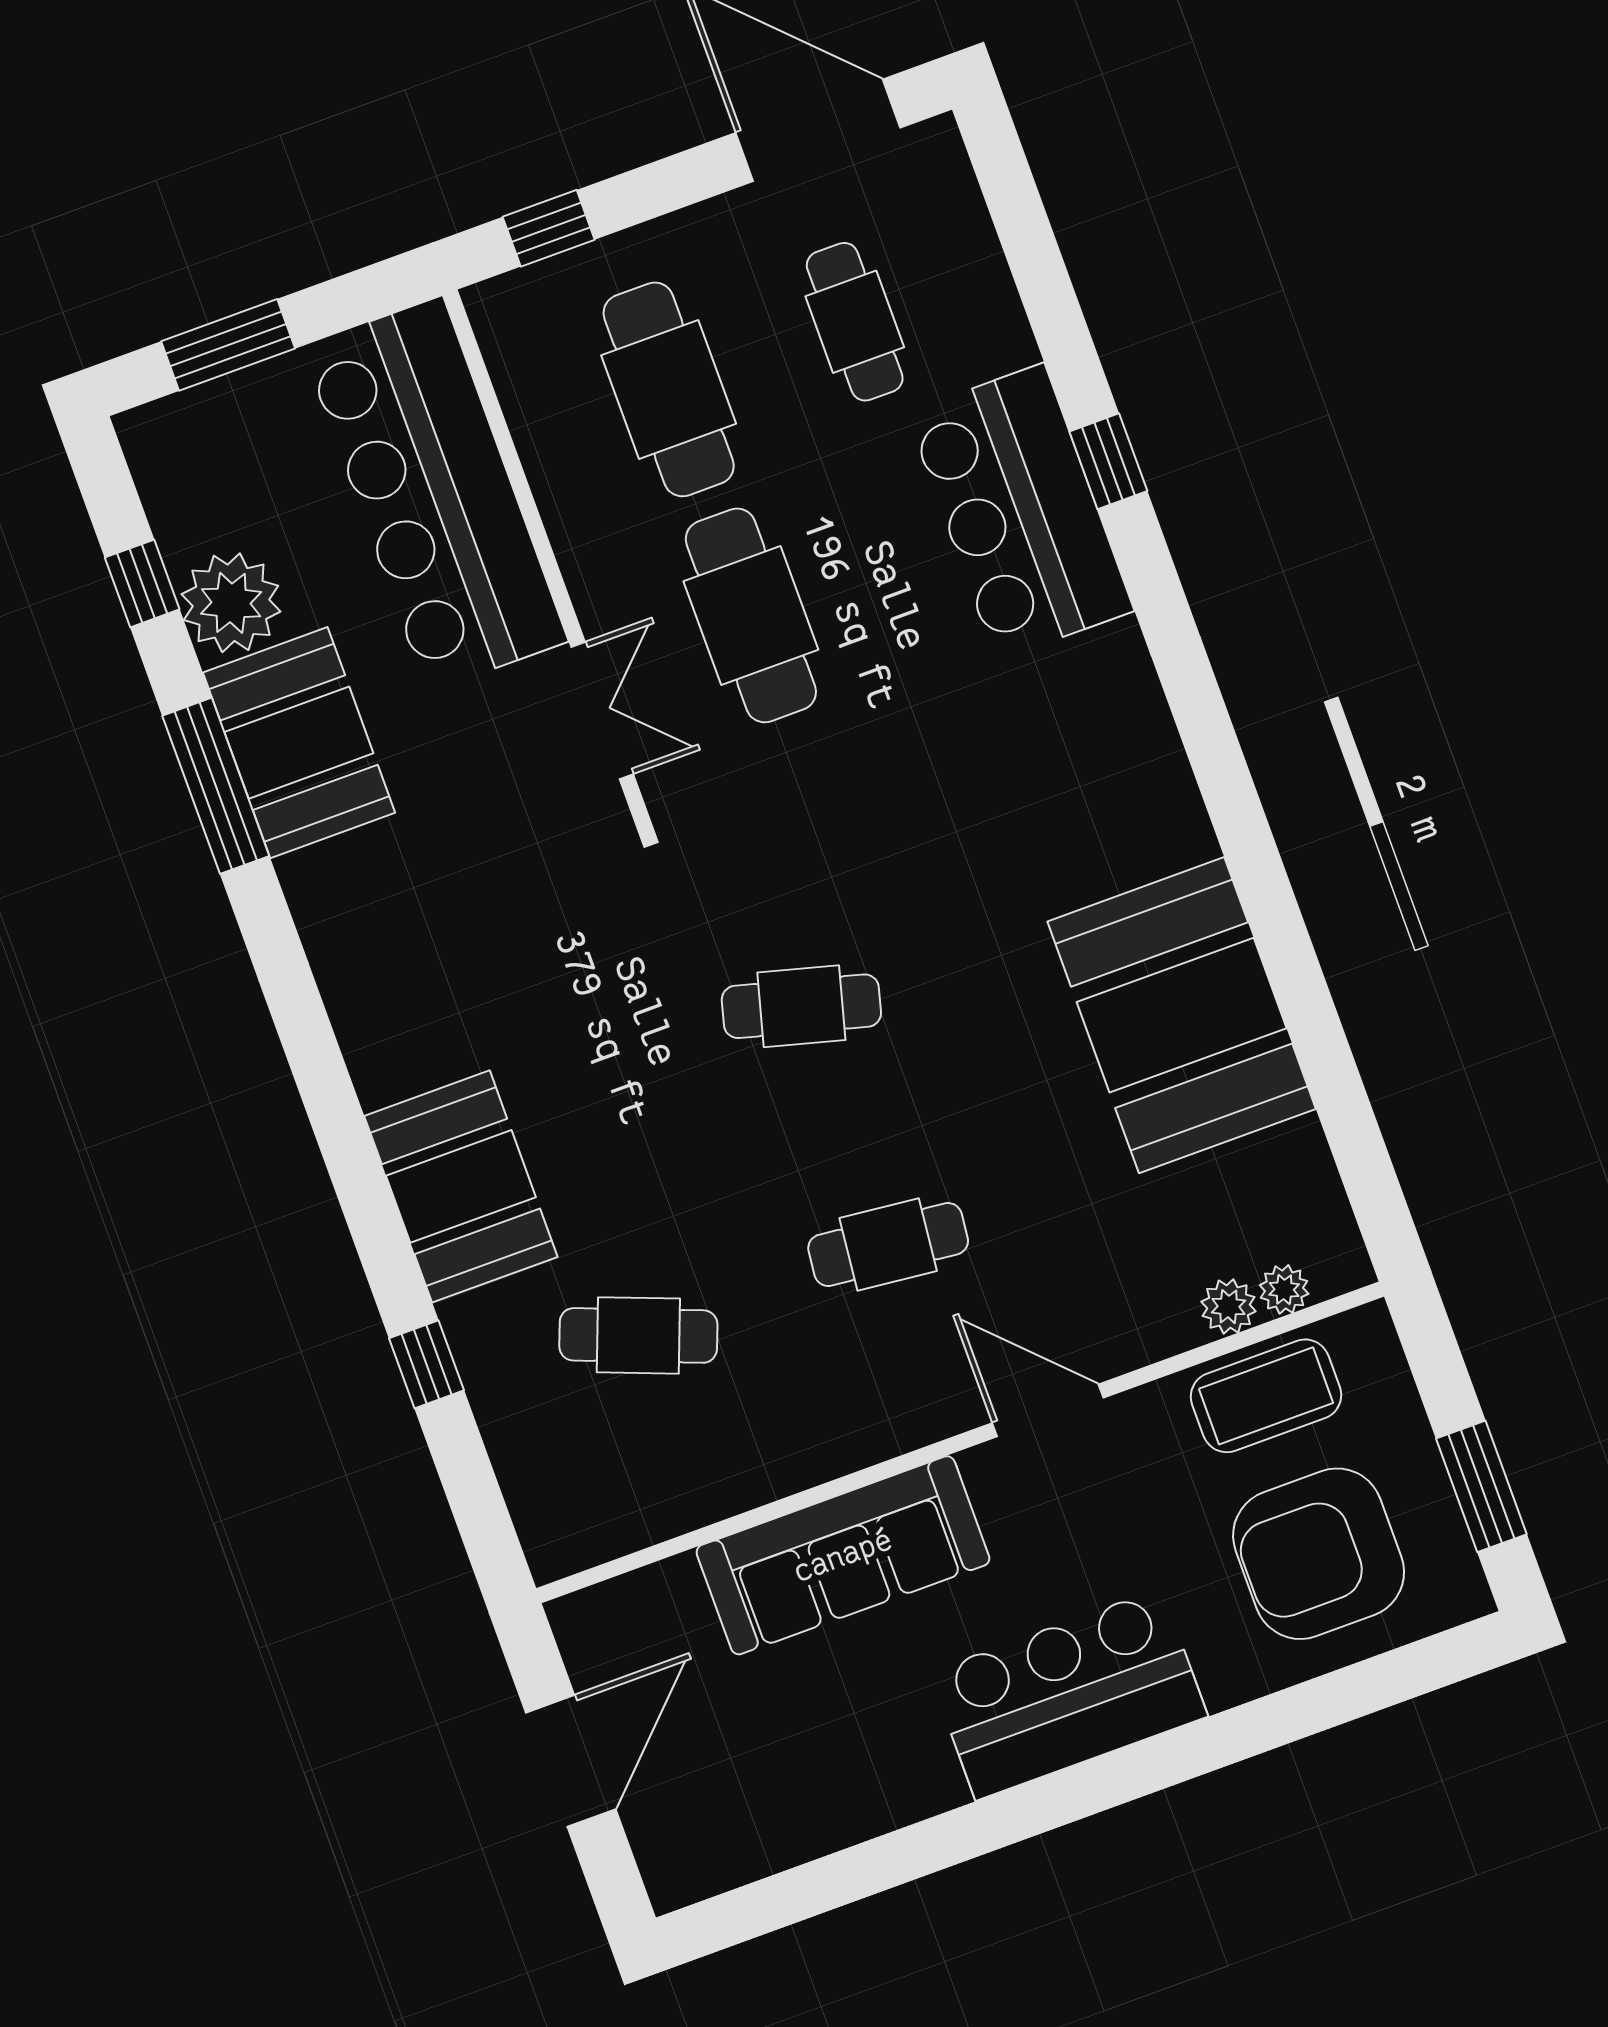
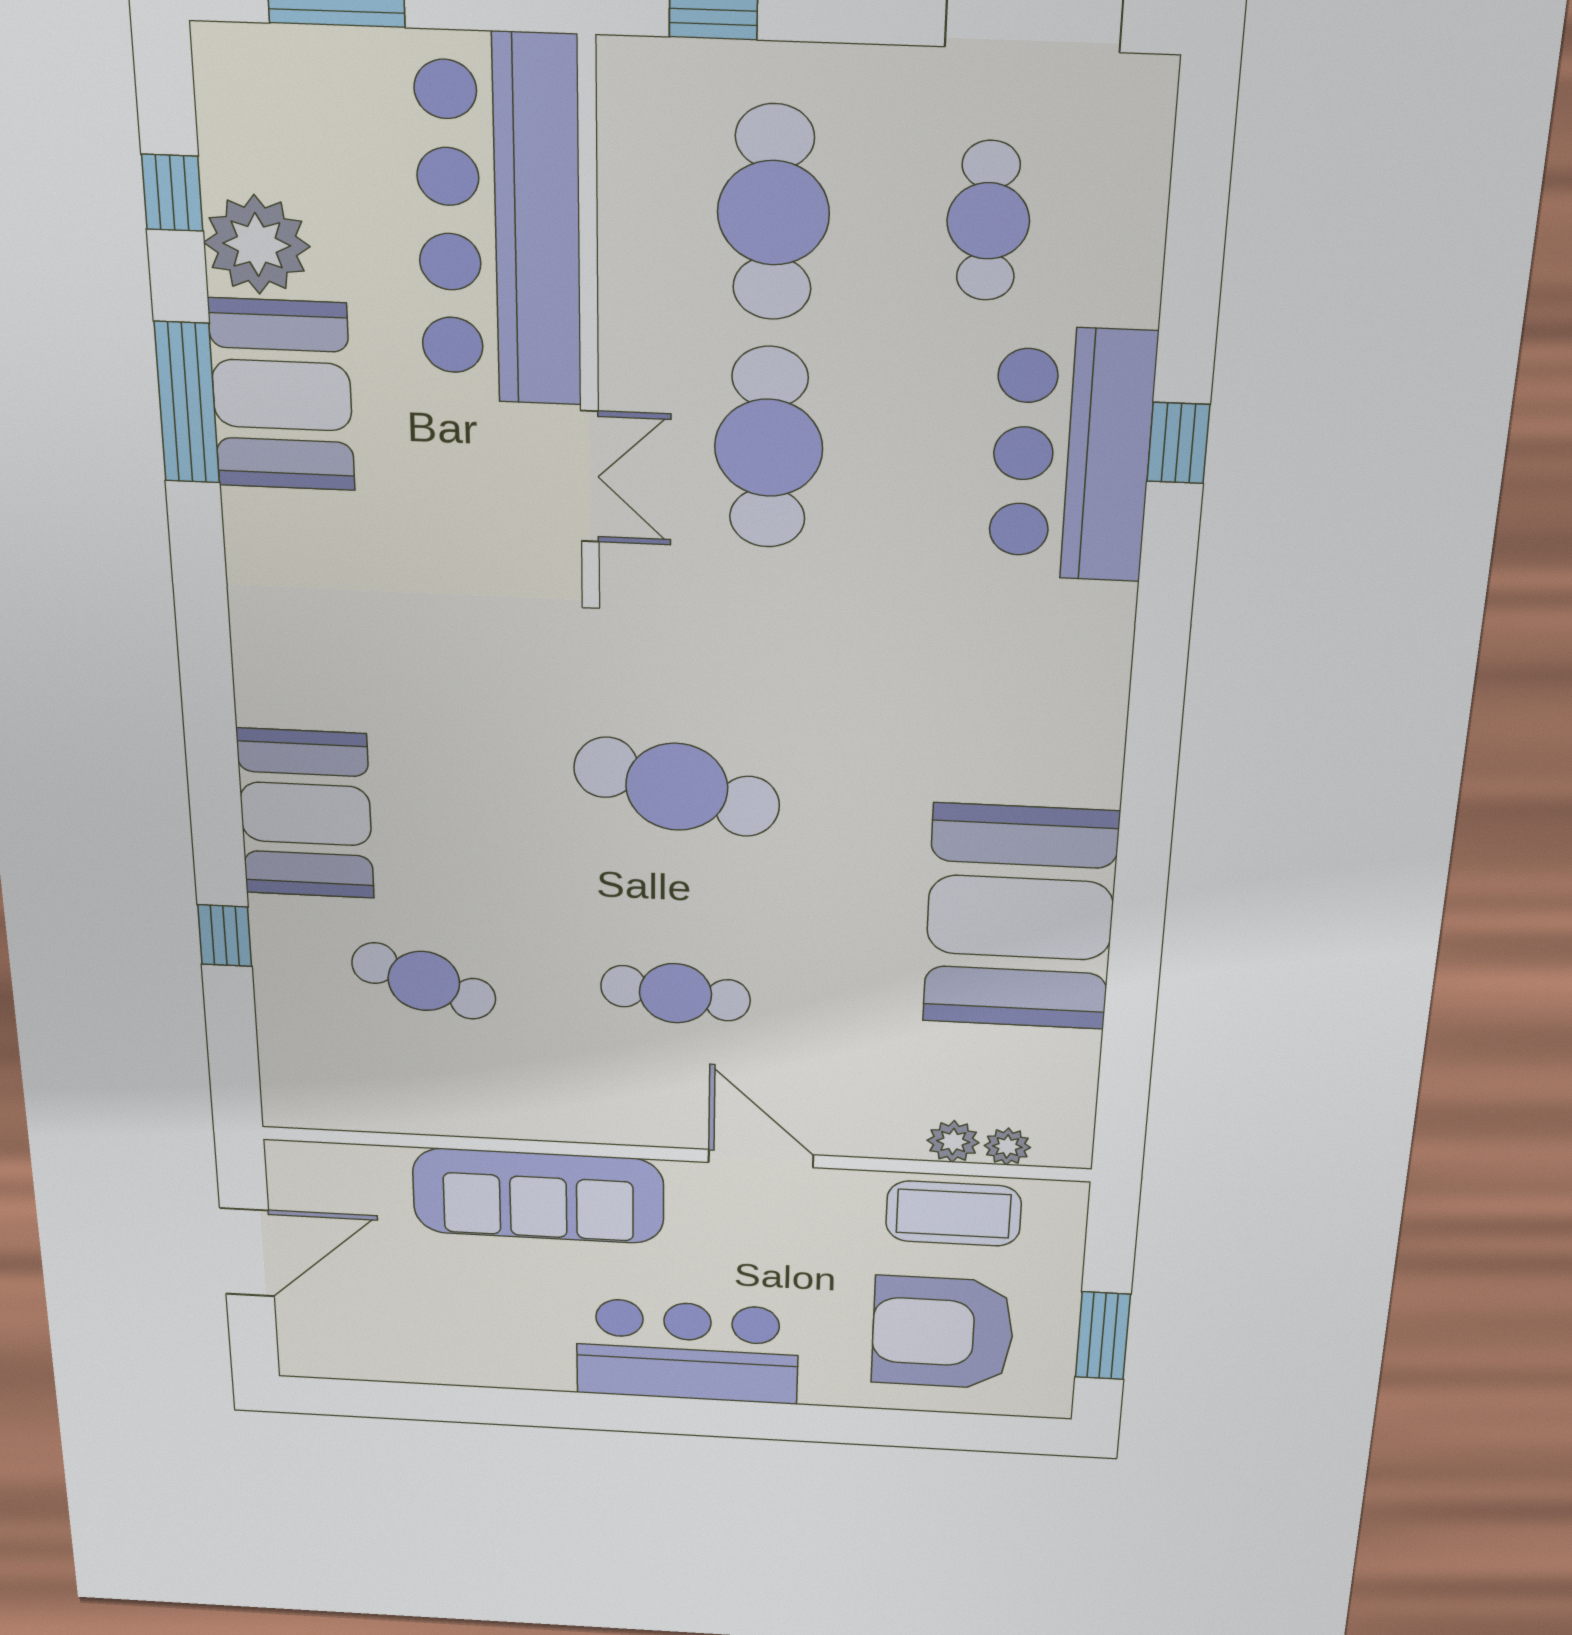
cafe table: (801, 1006) -> (677, 787), width x1.37, depth x1.35

